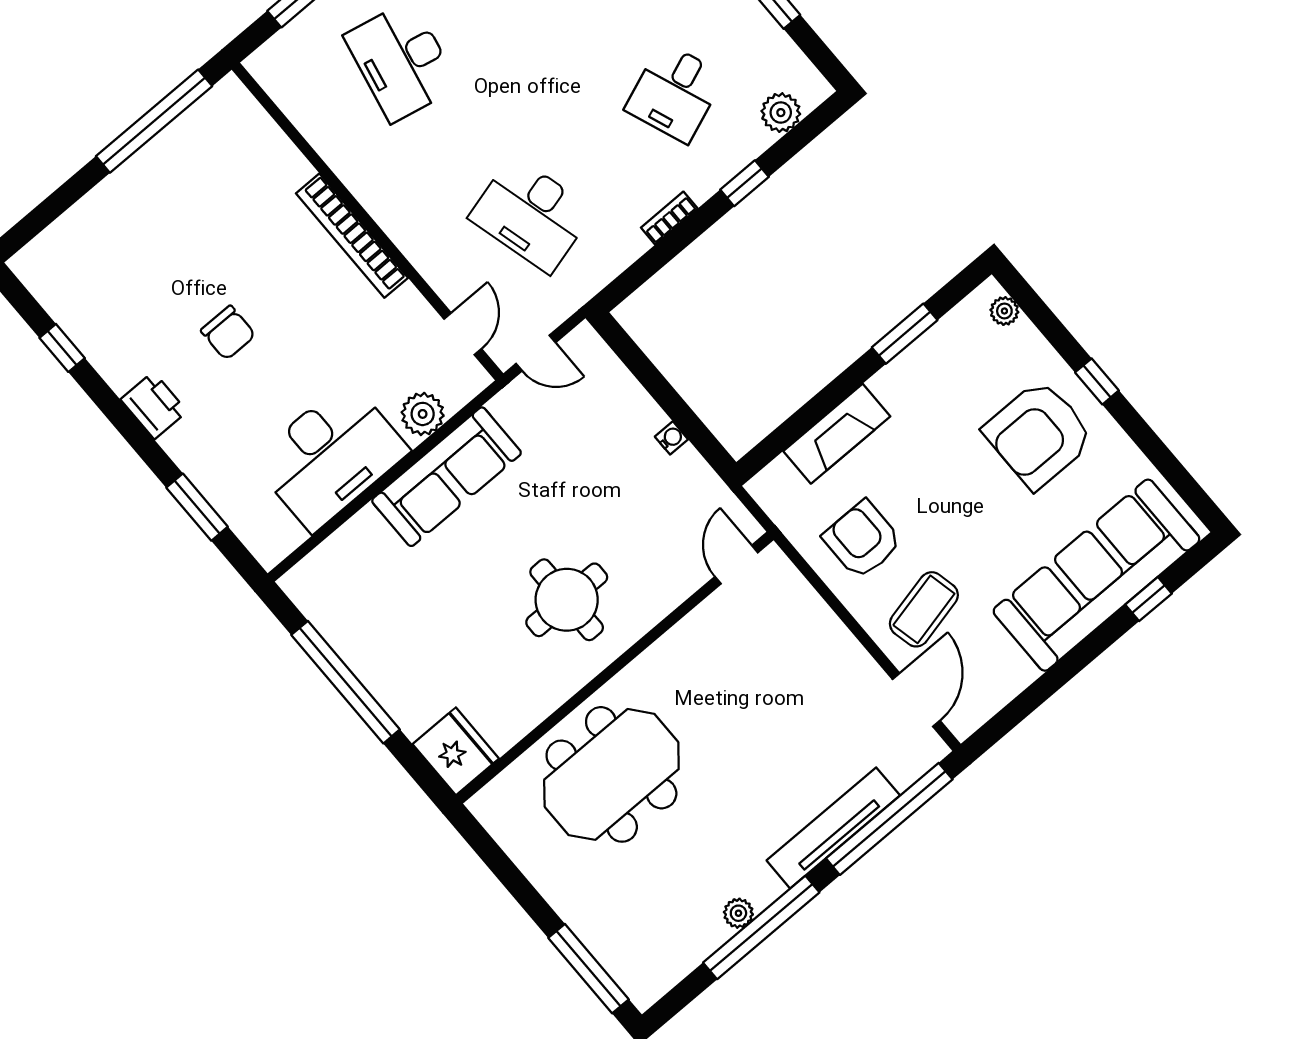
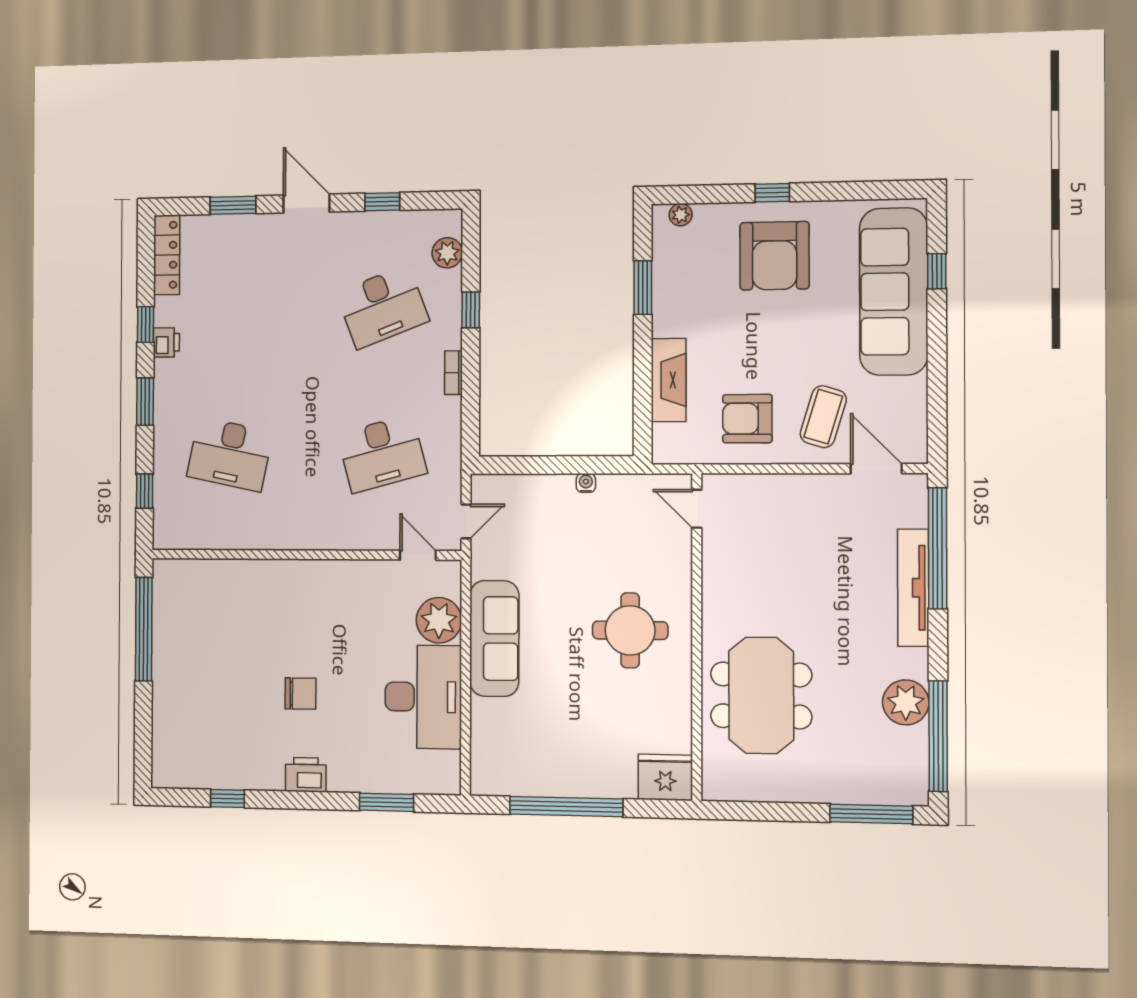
desk: (675, 92) -> (383, 307), width x1.37
bookcase: (352, 236) -> (306, 571), removed
plant: (423, 414) -> (439, 620), width x1.36, depth x1.36
coffee table: (924, 609) -> (823, 417), turned 30
plant: (738, 913) -> (906, 702), width x1.87, depth x1.87
window: (761, 927) -> (938, 736), moved

